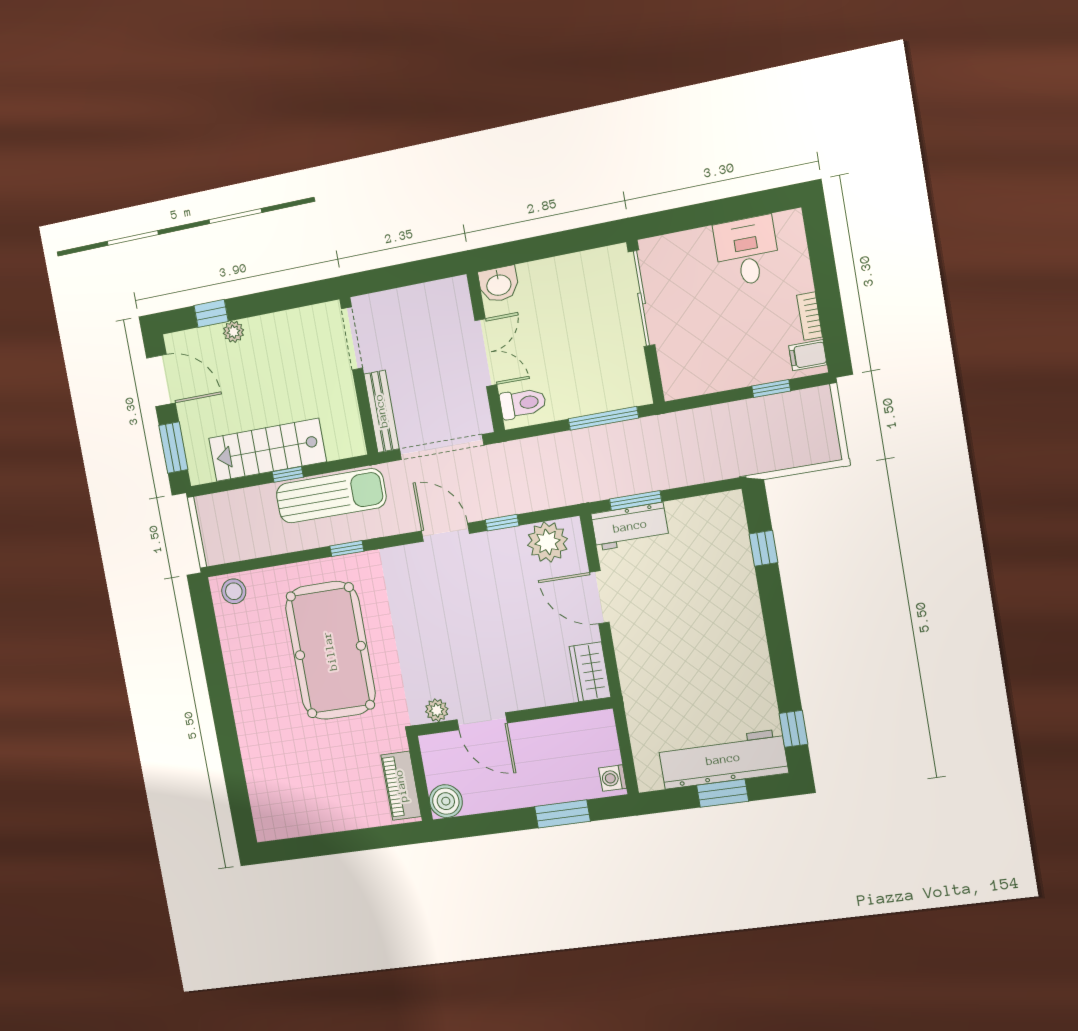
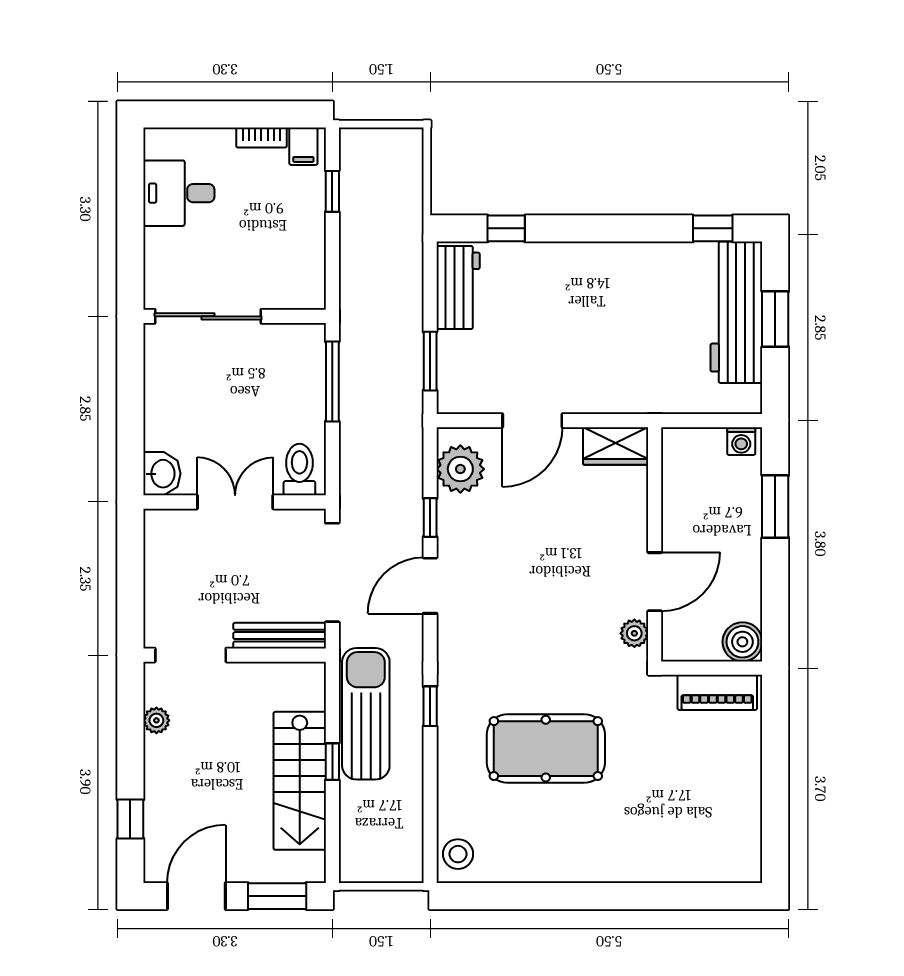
plant: (233, 332) -> (156, 720), moved
workbench: (630, 526) -> (458, 287), moved
pool table: (330, 651) -> (546, 749), width x0.73, depth x0.76

